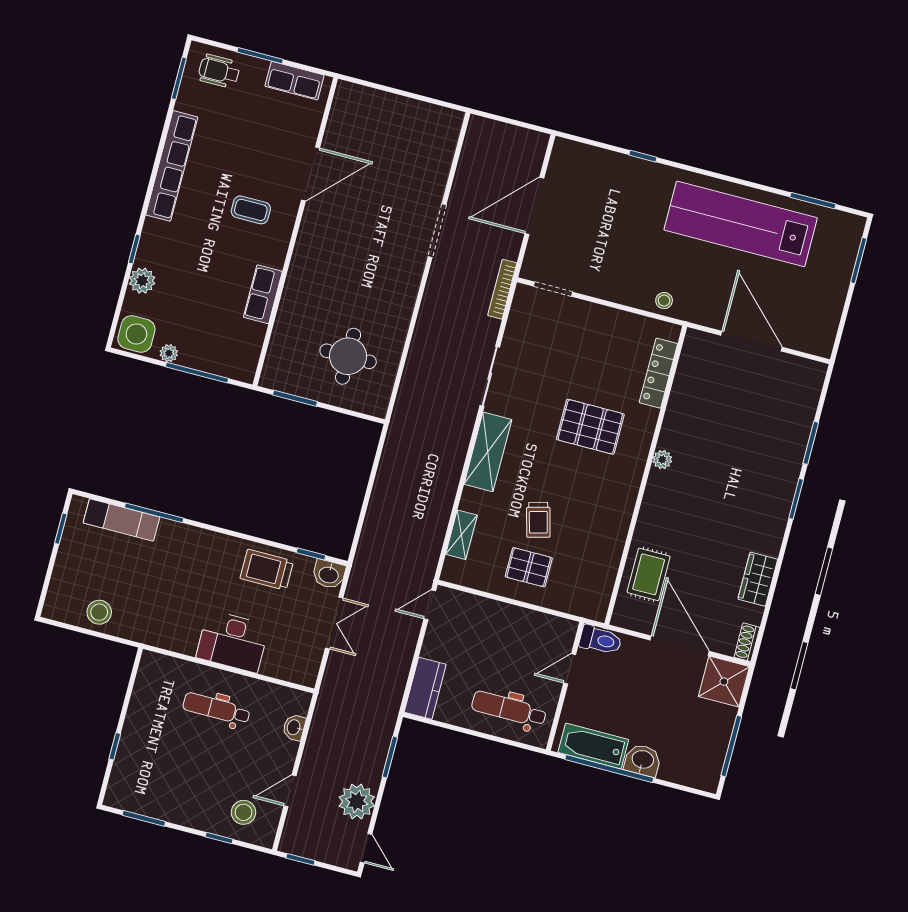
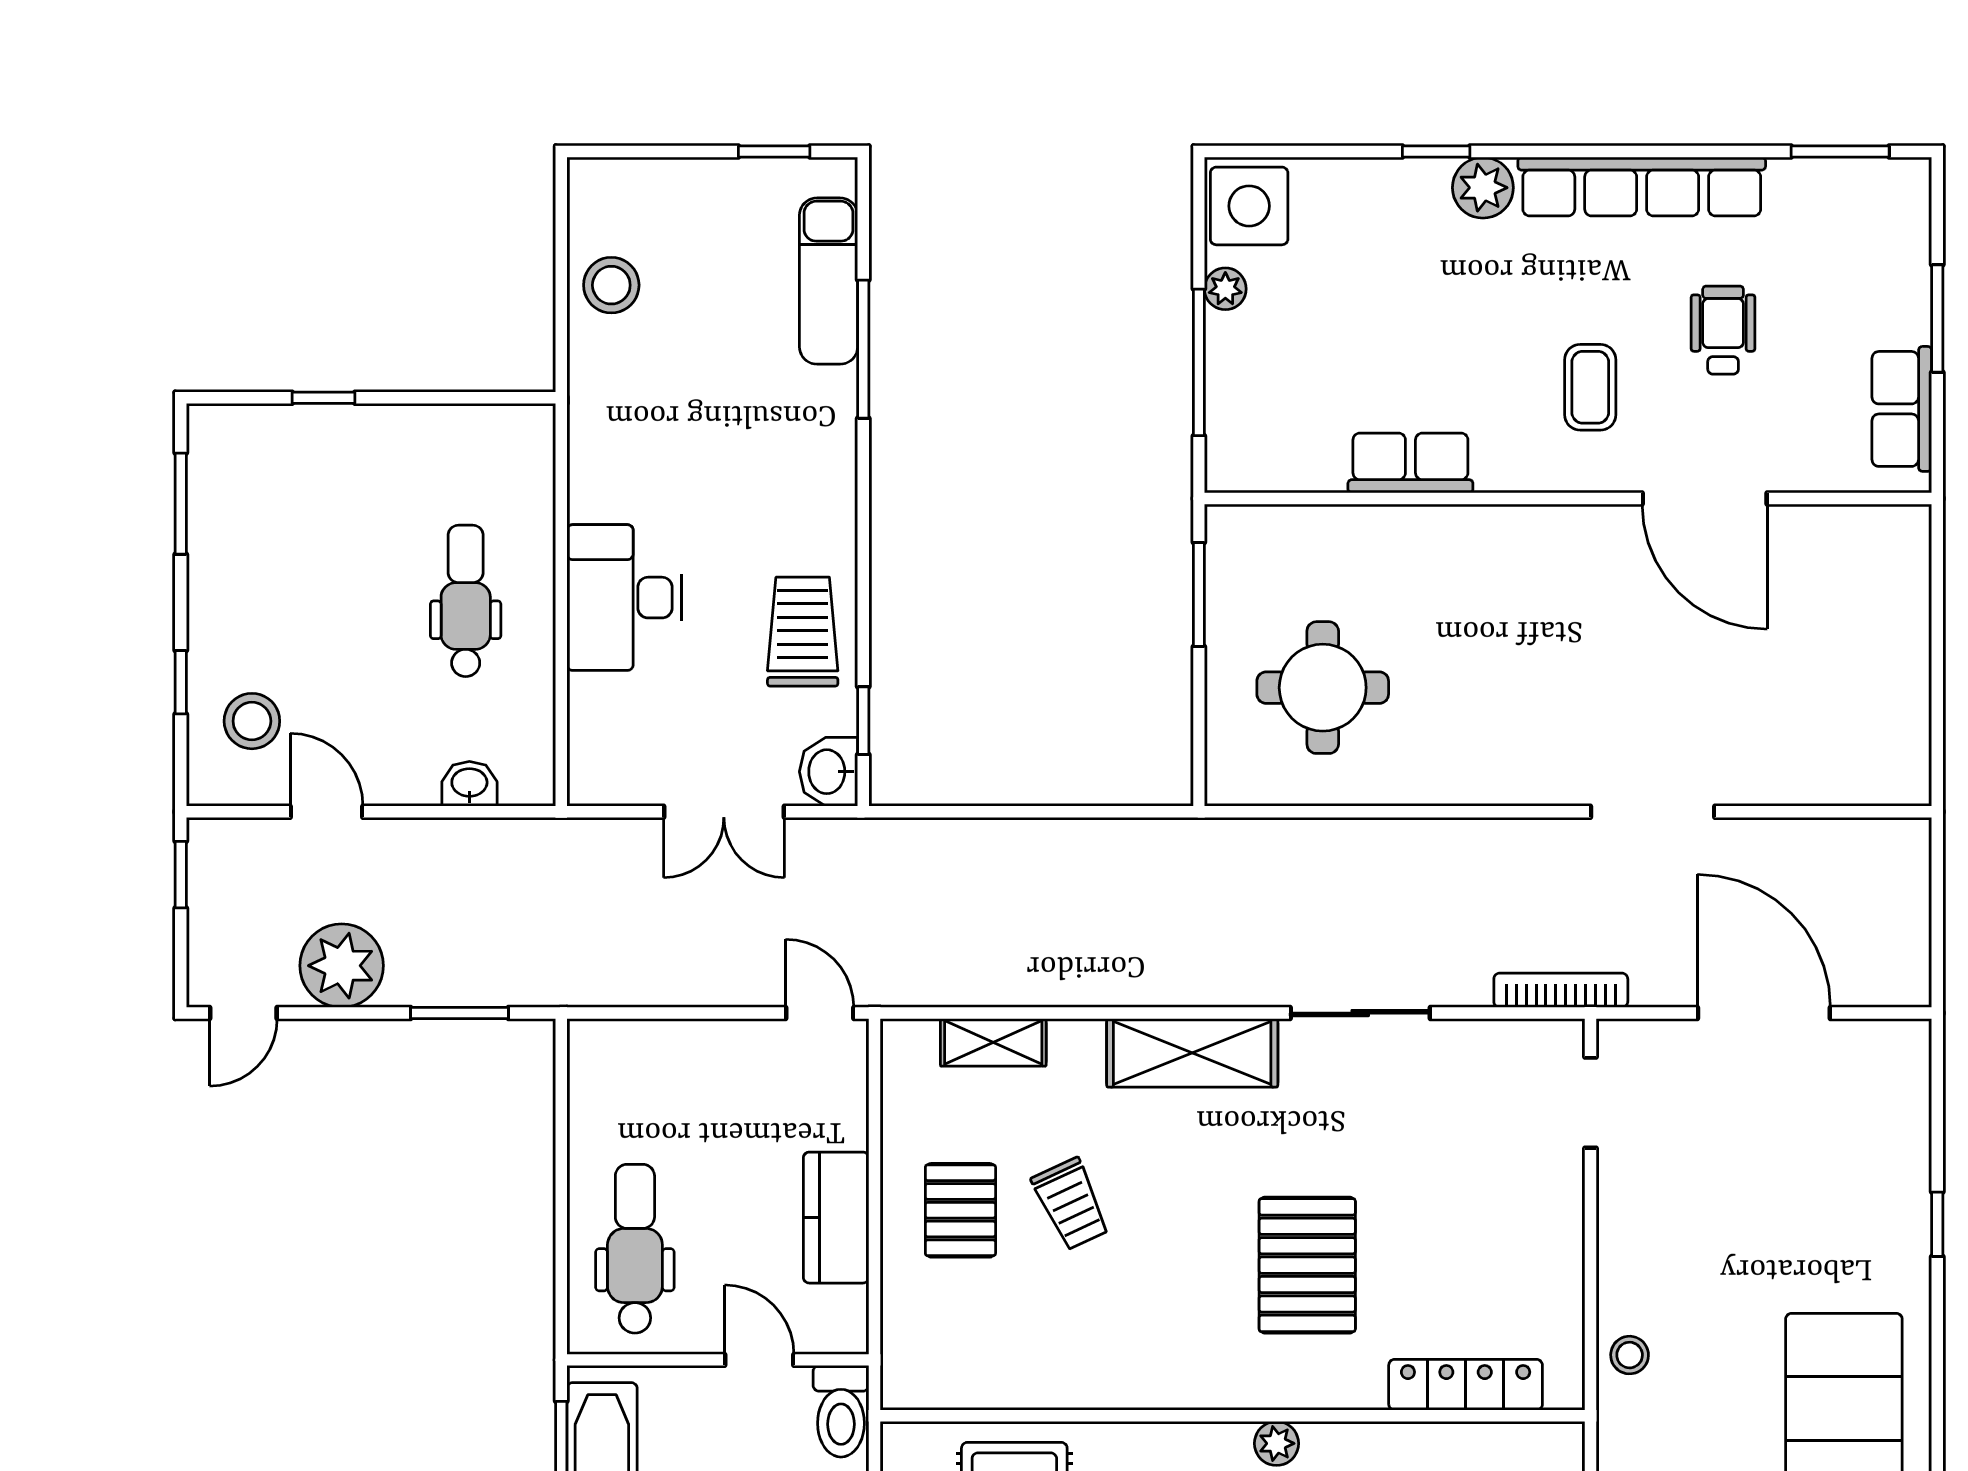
wheelchair: (219, 71) -> (1723, 330), moved
plant: (142, 281) -> (1483, 188), moved
trolley: (538, 520) -> (1071, 1204), turned -100
kitchen counter: (425, 688) -> (836, 1218), moved, turned 90

